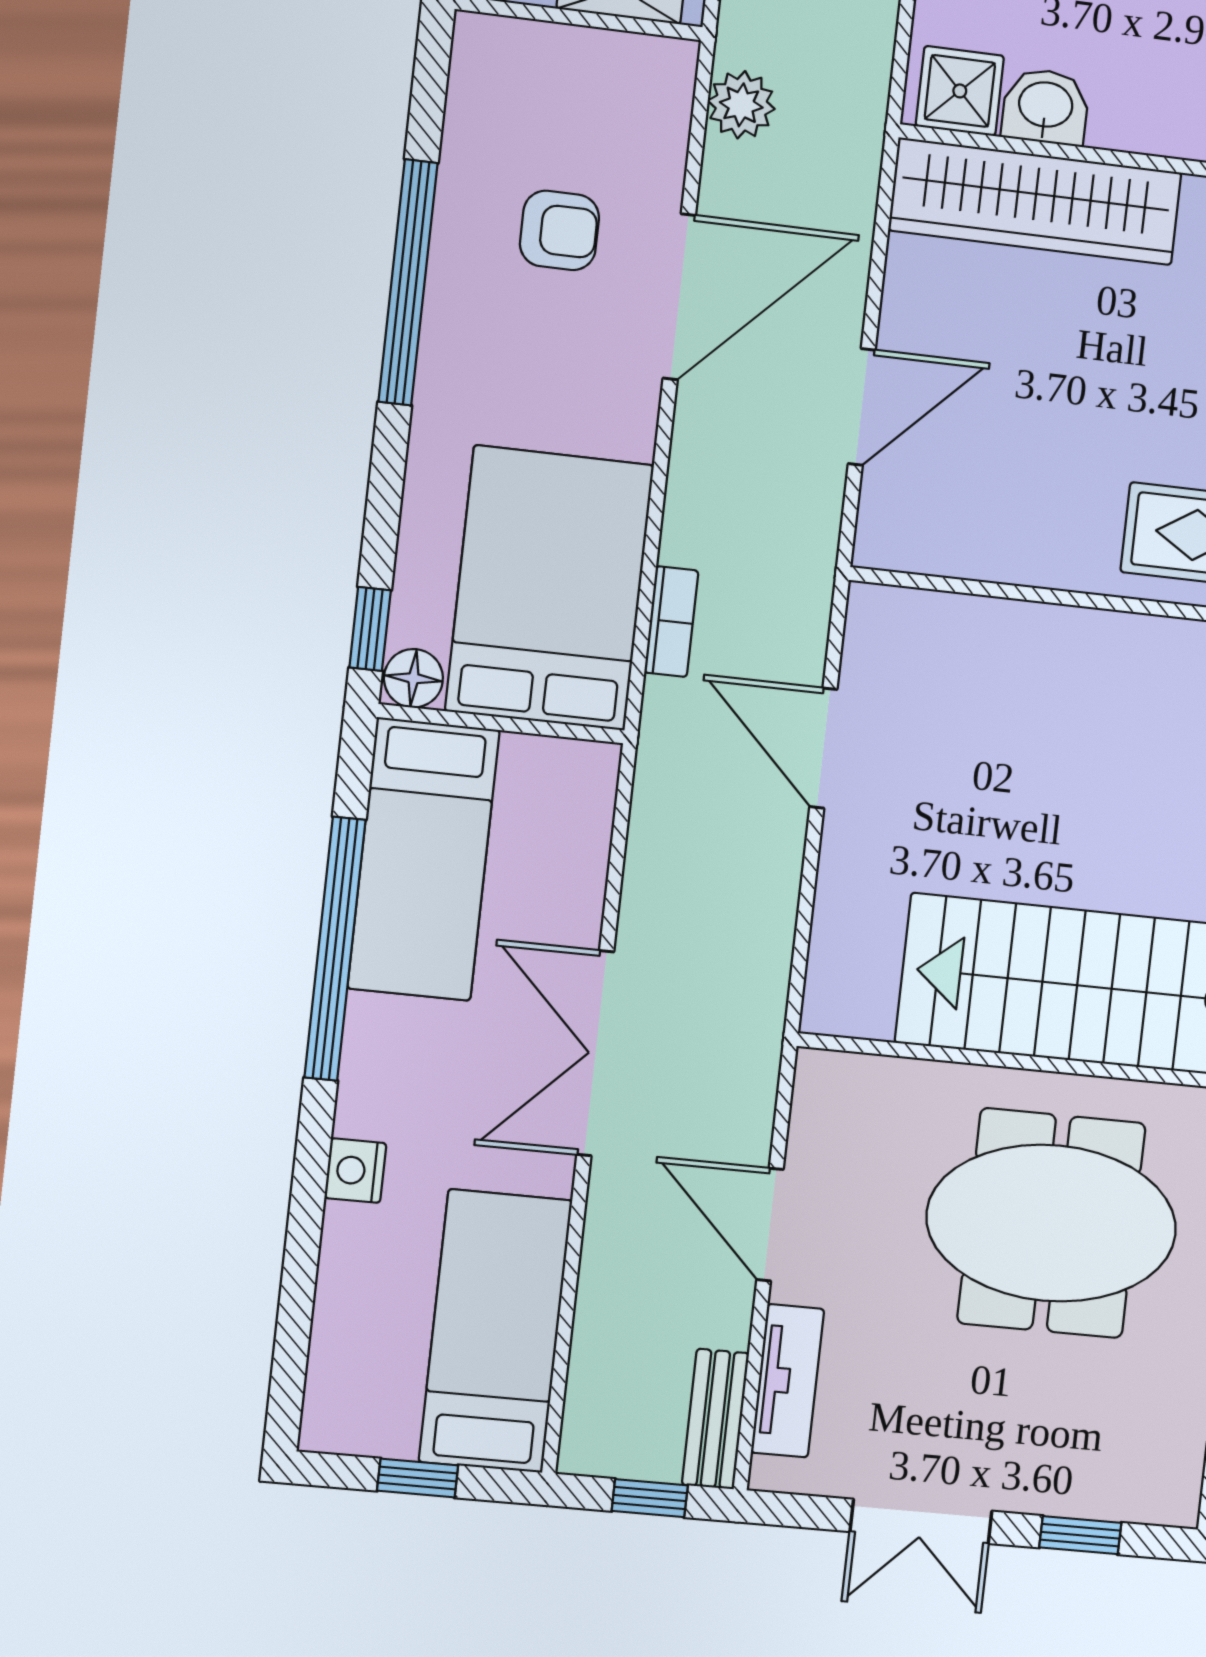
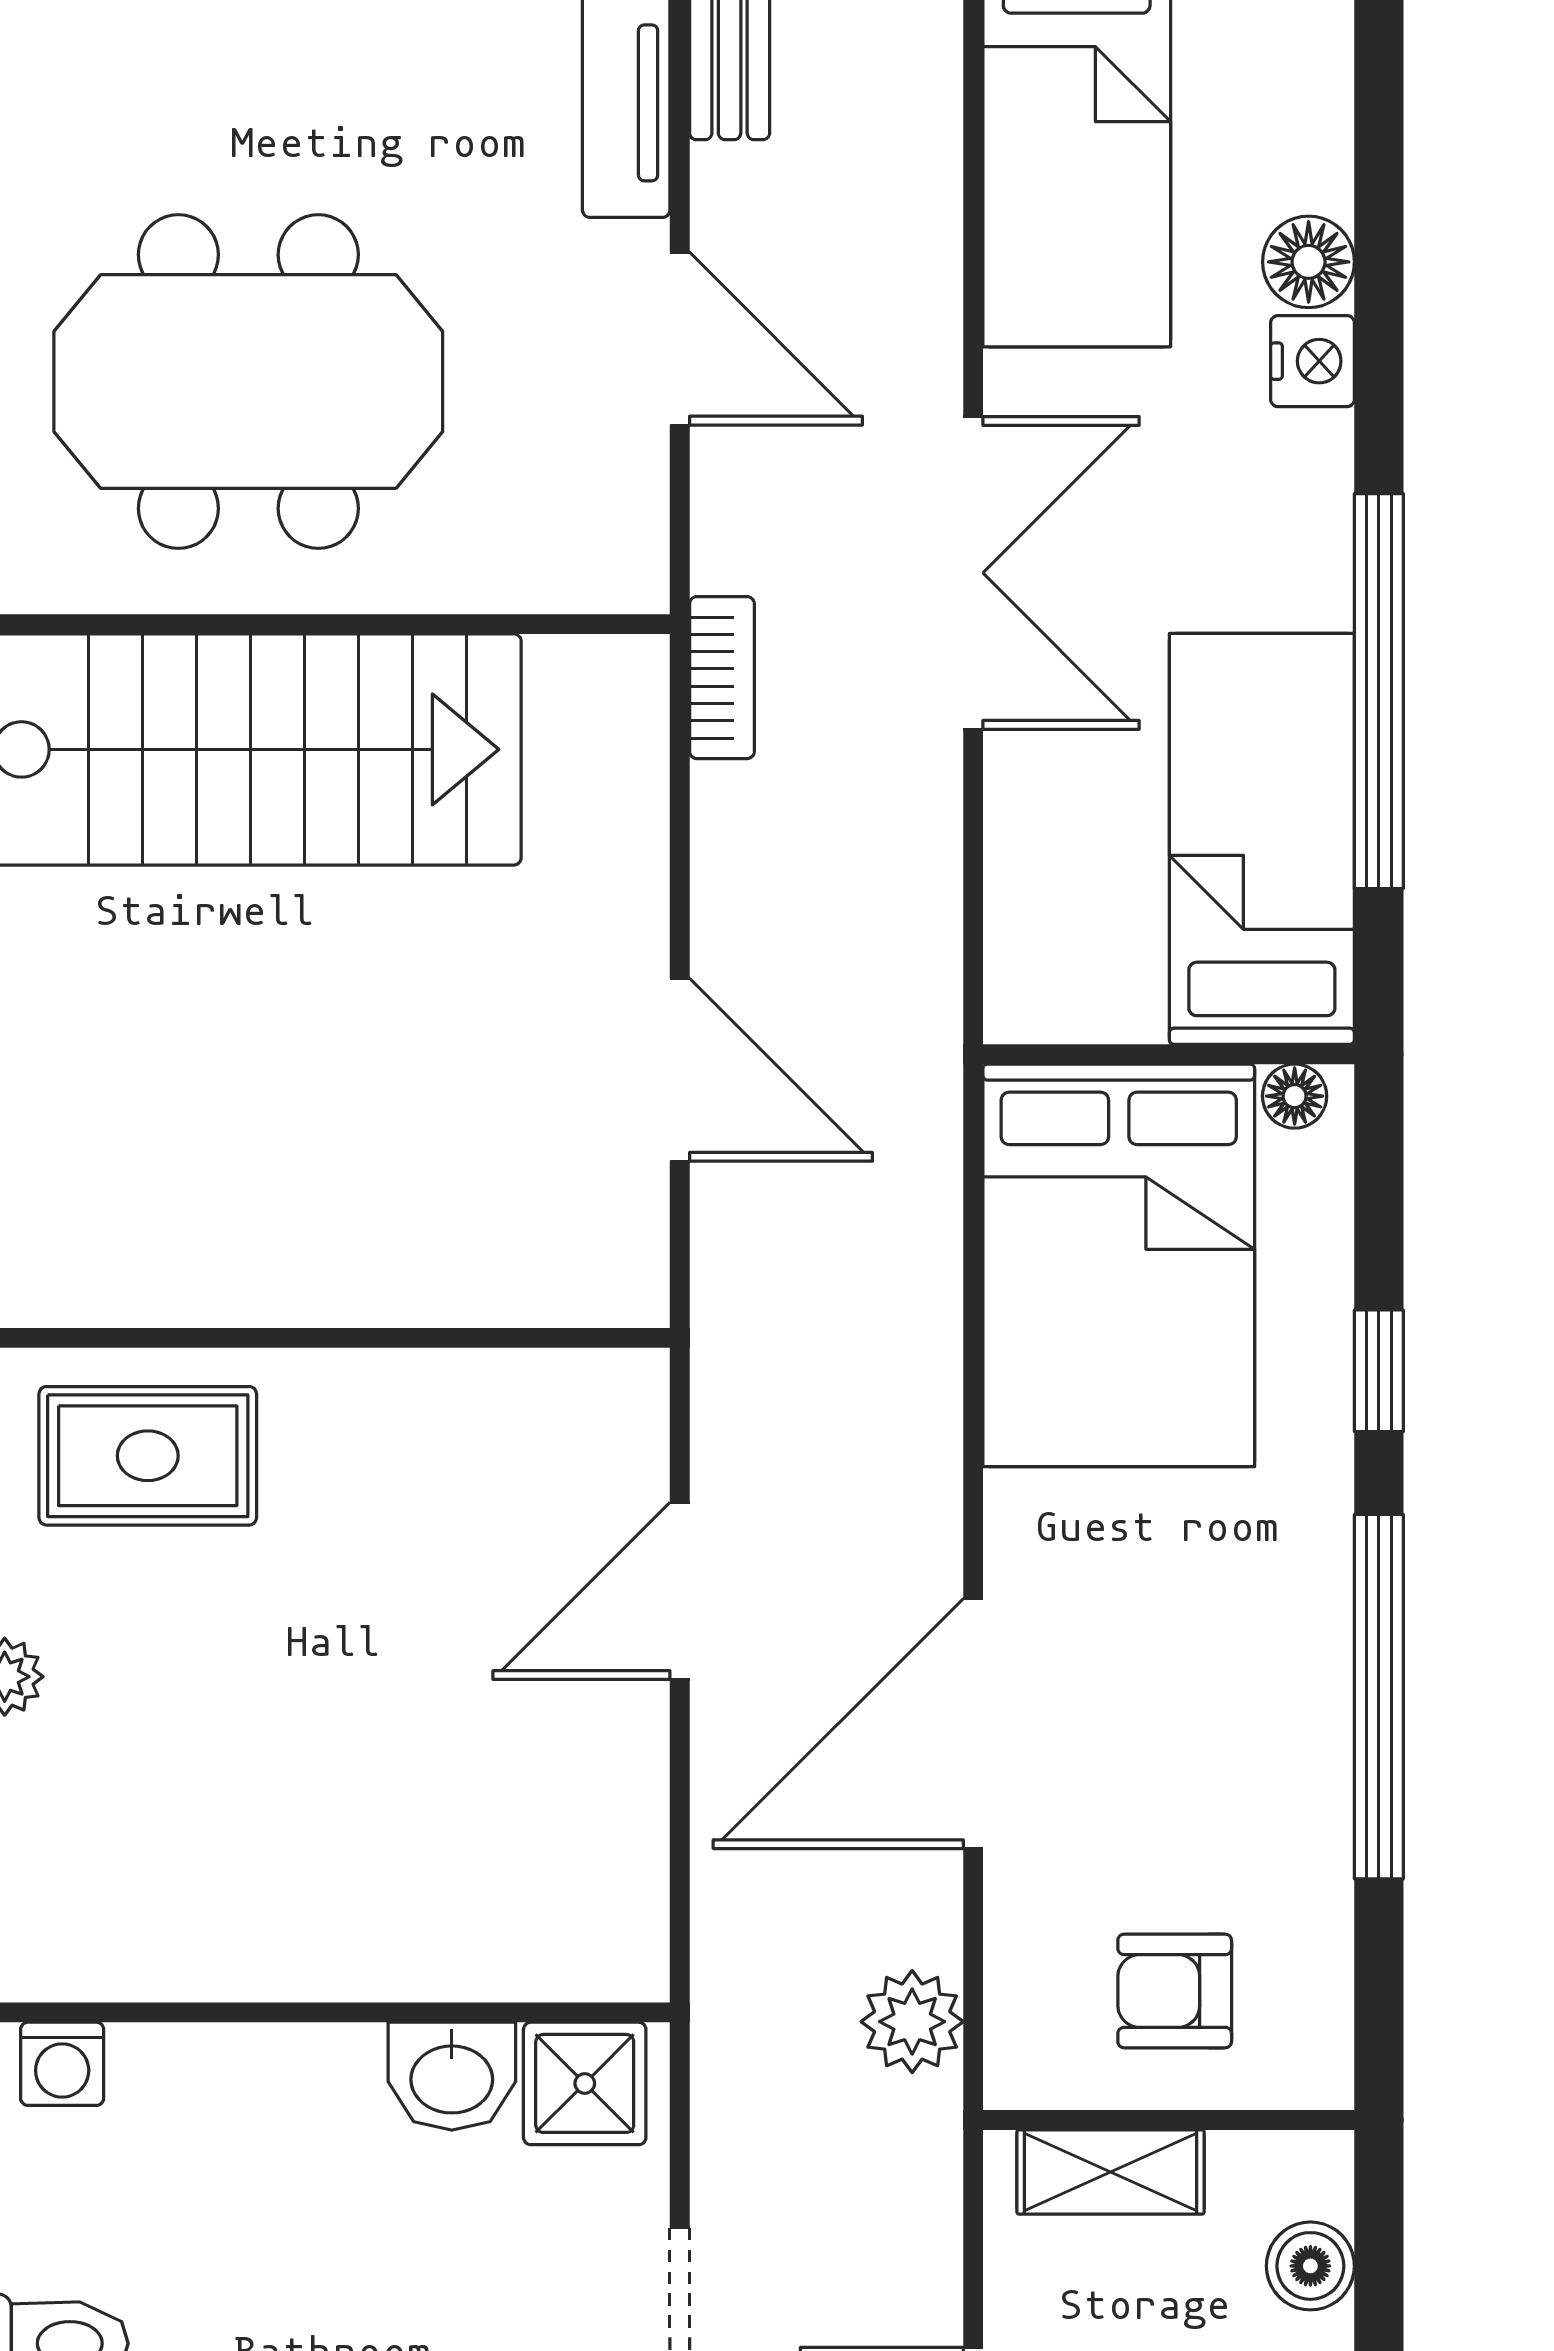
wardrobe: (1035, 201) -> (451, 1932), removed
armchair: (559, 230) -> (1175, 1991), moved
bookcase: (671, 622) -> (722, 678), moved, turned 180
window: (370, 629) -> (1379, 1371), moved
floor lamp: (413, 678) -> (1295, 1096), width x0.73, depth x0.73
floor lamp: (351, 1236) -> (1309, 262), added

